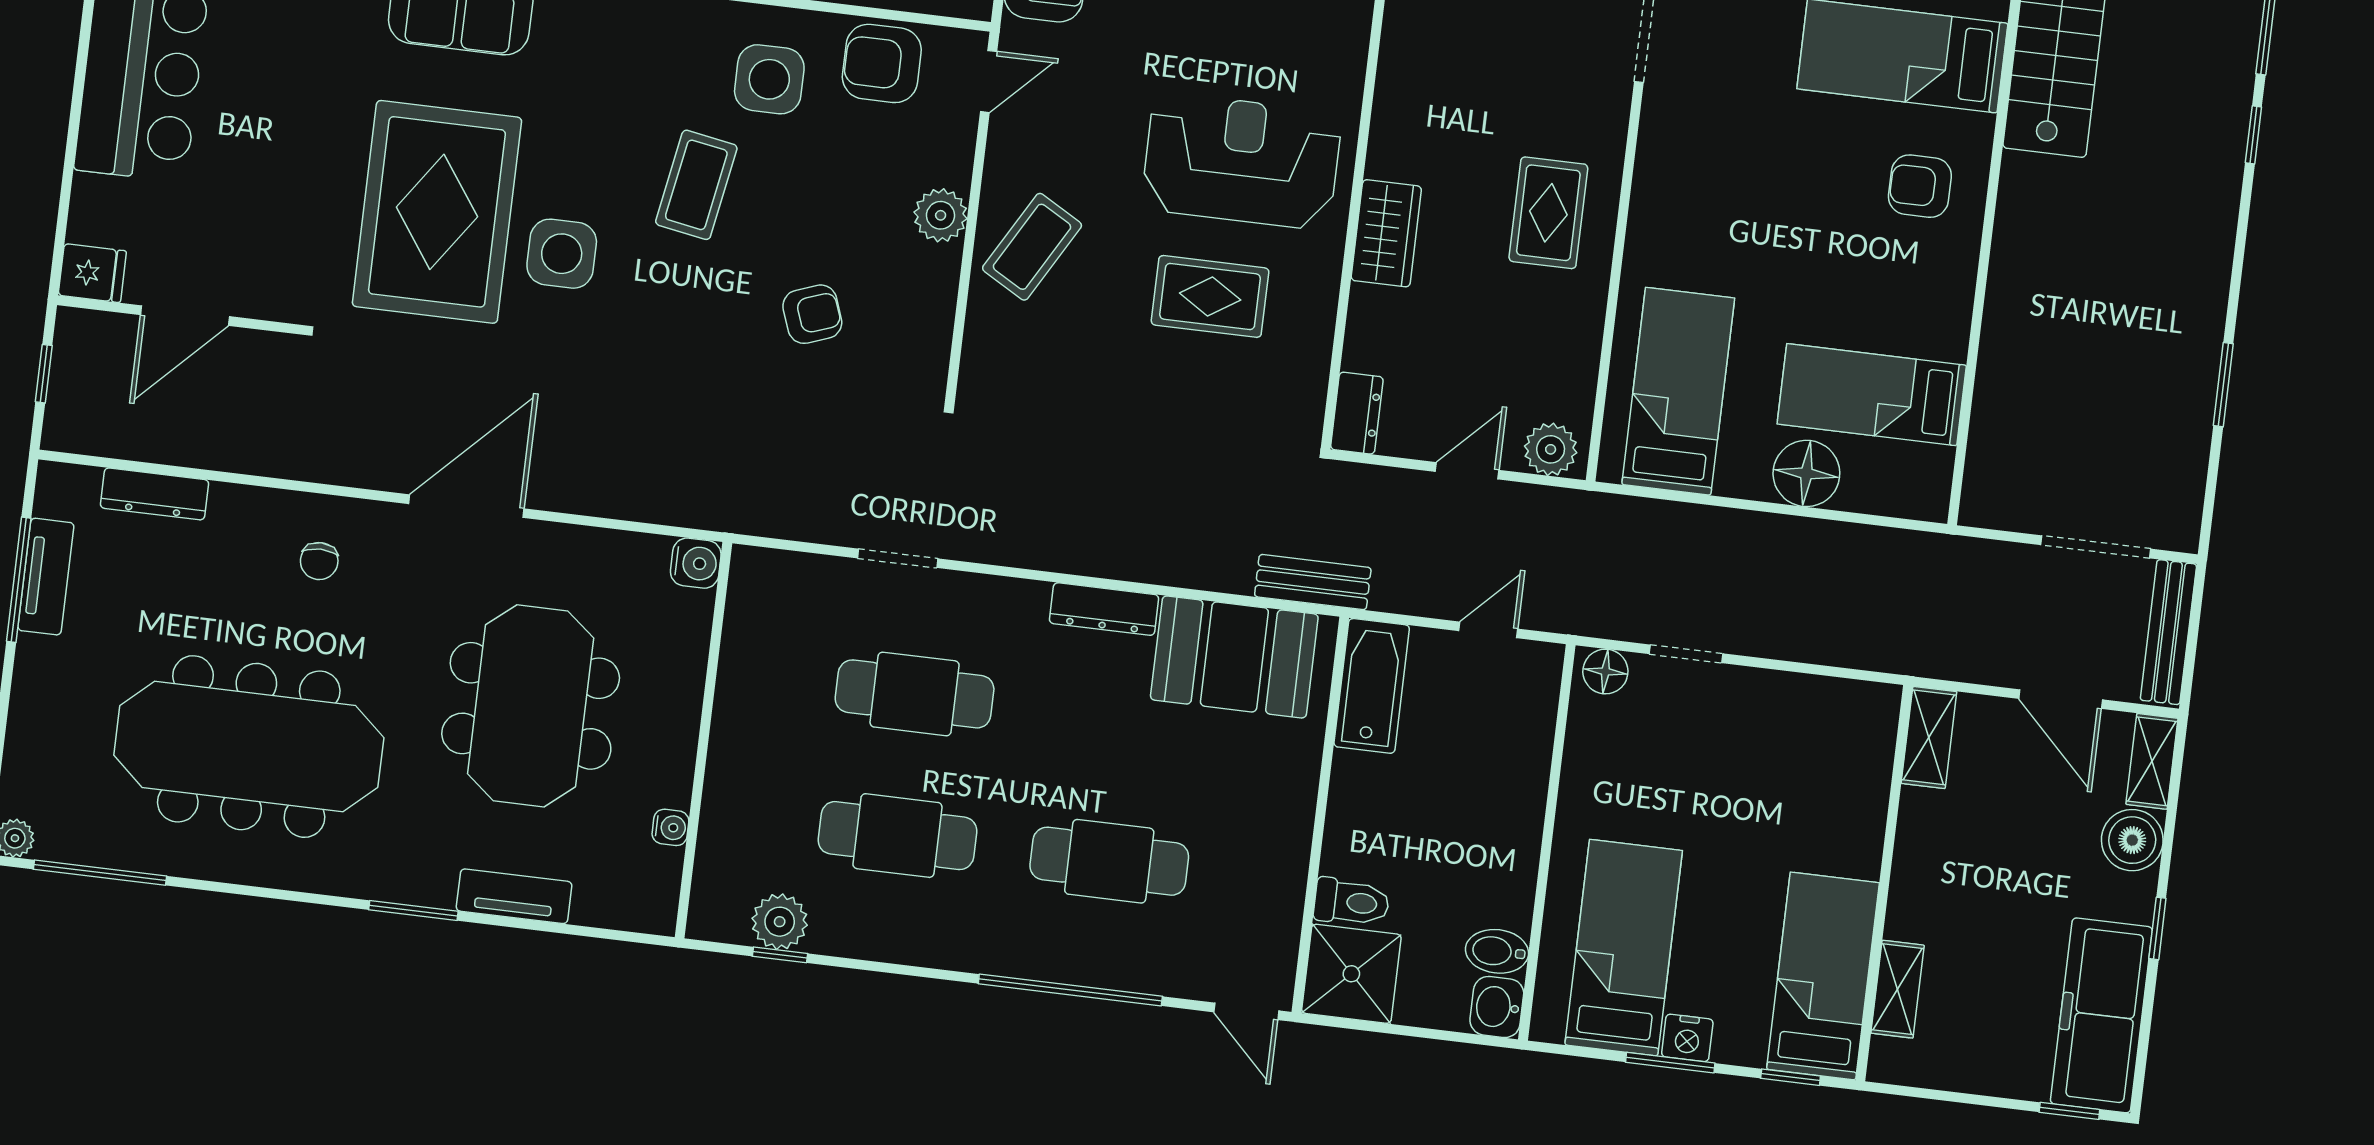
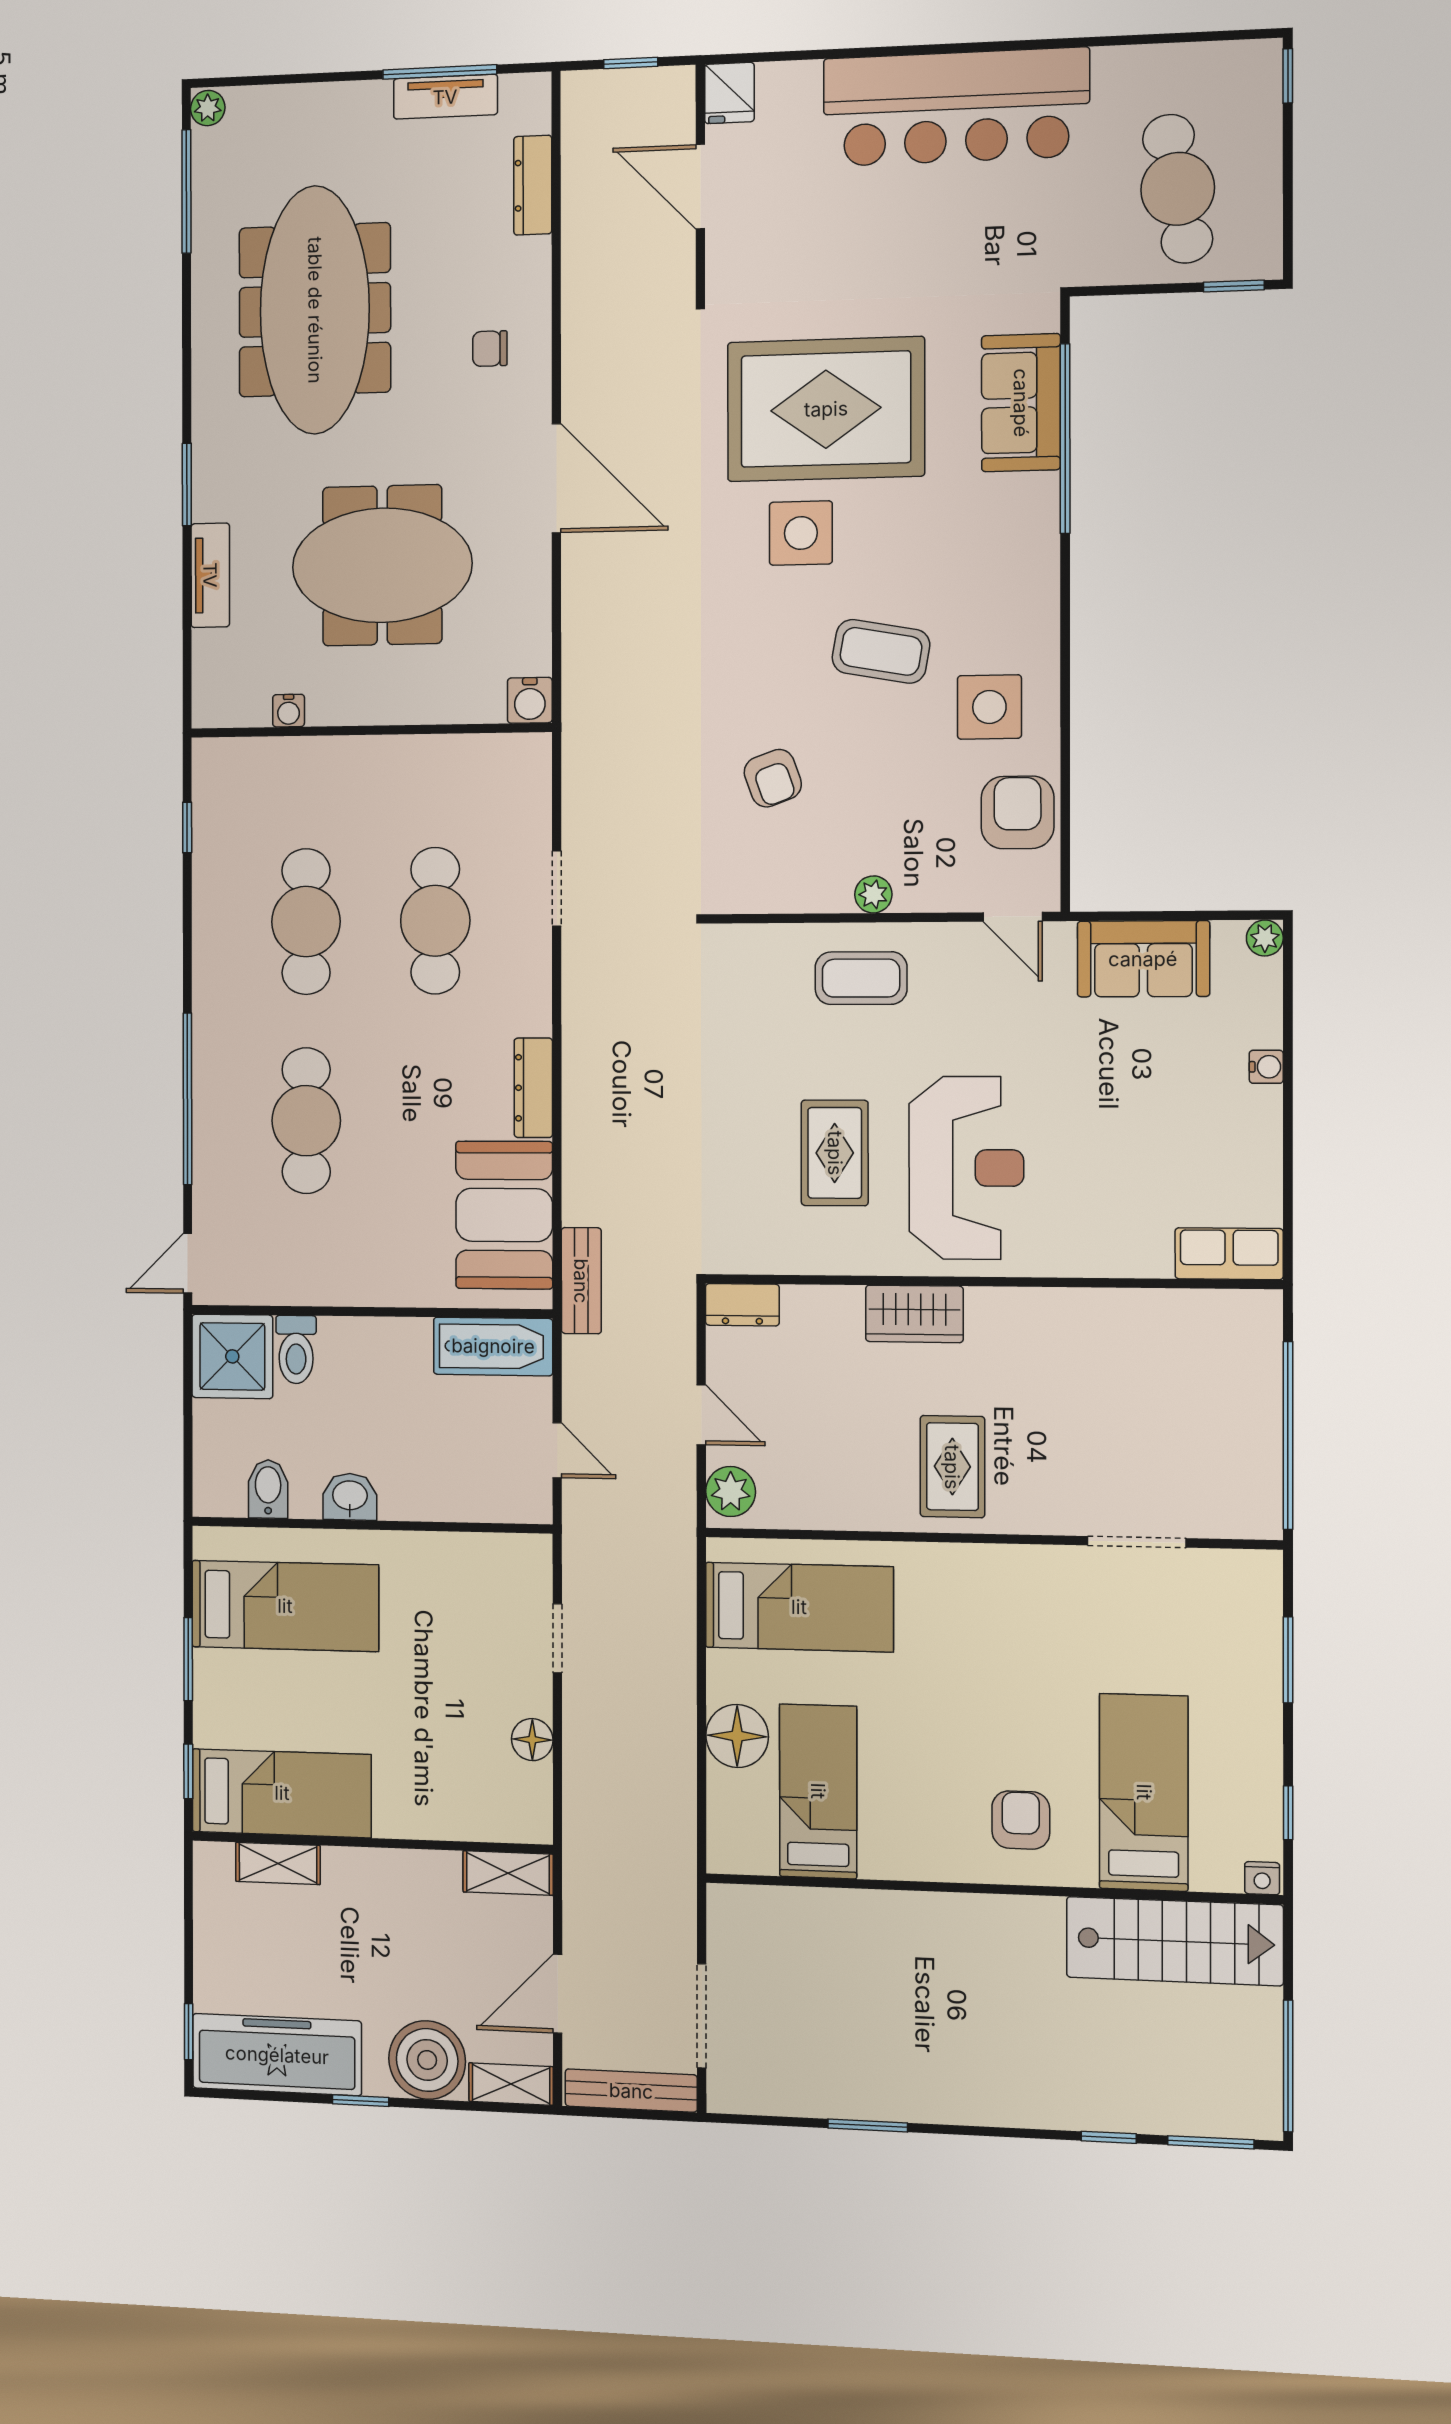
rug: (1548, 213) -> (952, 1467), turned 90
plant: (941, 215) -> (873, 894), width x0.73, depth x0.73
coffee table: (1032, 247) -> (861, 978), turned -30
floor lamp: (1605, 672) -> (532, 1740), moved
boiler: (2132, 840) -> (427, 2060), width x1.37, depth x1.37
plant: (780, 922) -> (217, 823), removed
washbasin: (1497, 1007) -> (350, 1497), moved
nightstand: (1687, 1038) -> (212, 1673), removed

